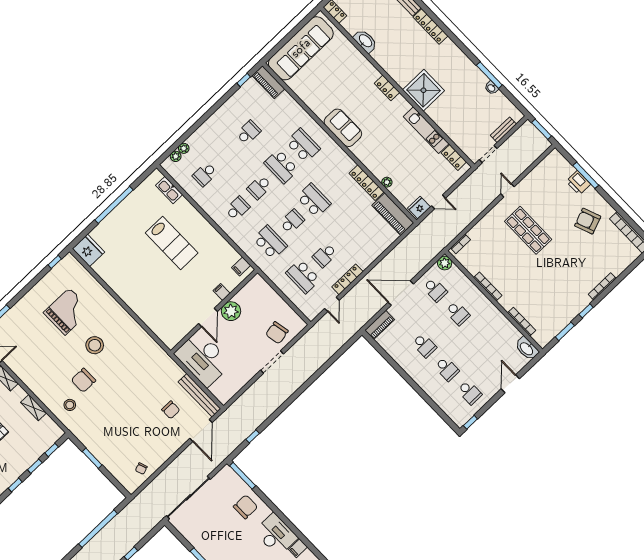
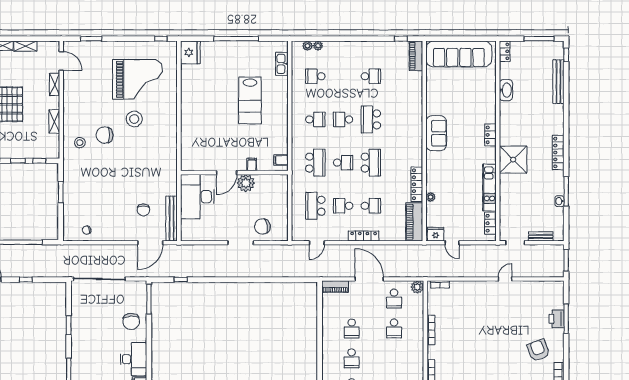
locker: (430, 26) -> (558, 153), moved
school desk: (303, 145) -> (371, 206), moved, width x0.54
shop shelf: (528, 230) -> (493, 318), removed
locker: (347, 279) -> (364, 236), moved
grand piano: (67, 311) -> (138, 79), width x1.37, depth x1.48
chair: (245, 507) -> (131, 321), turned 87

